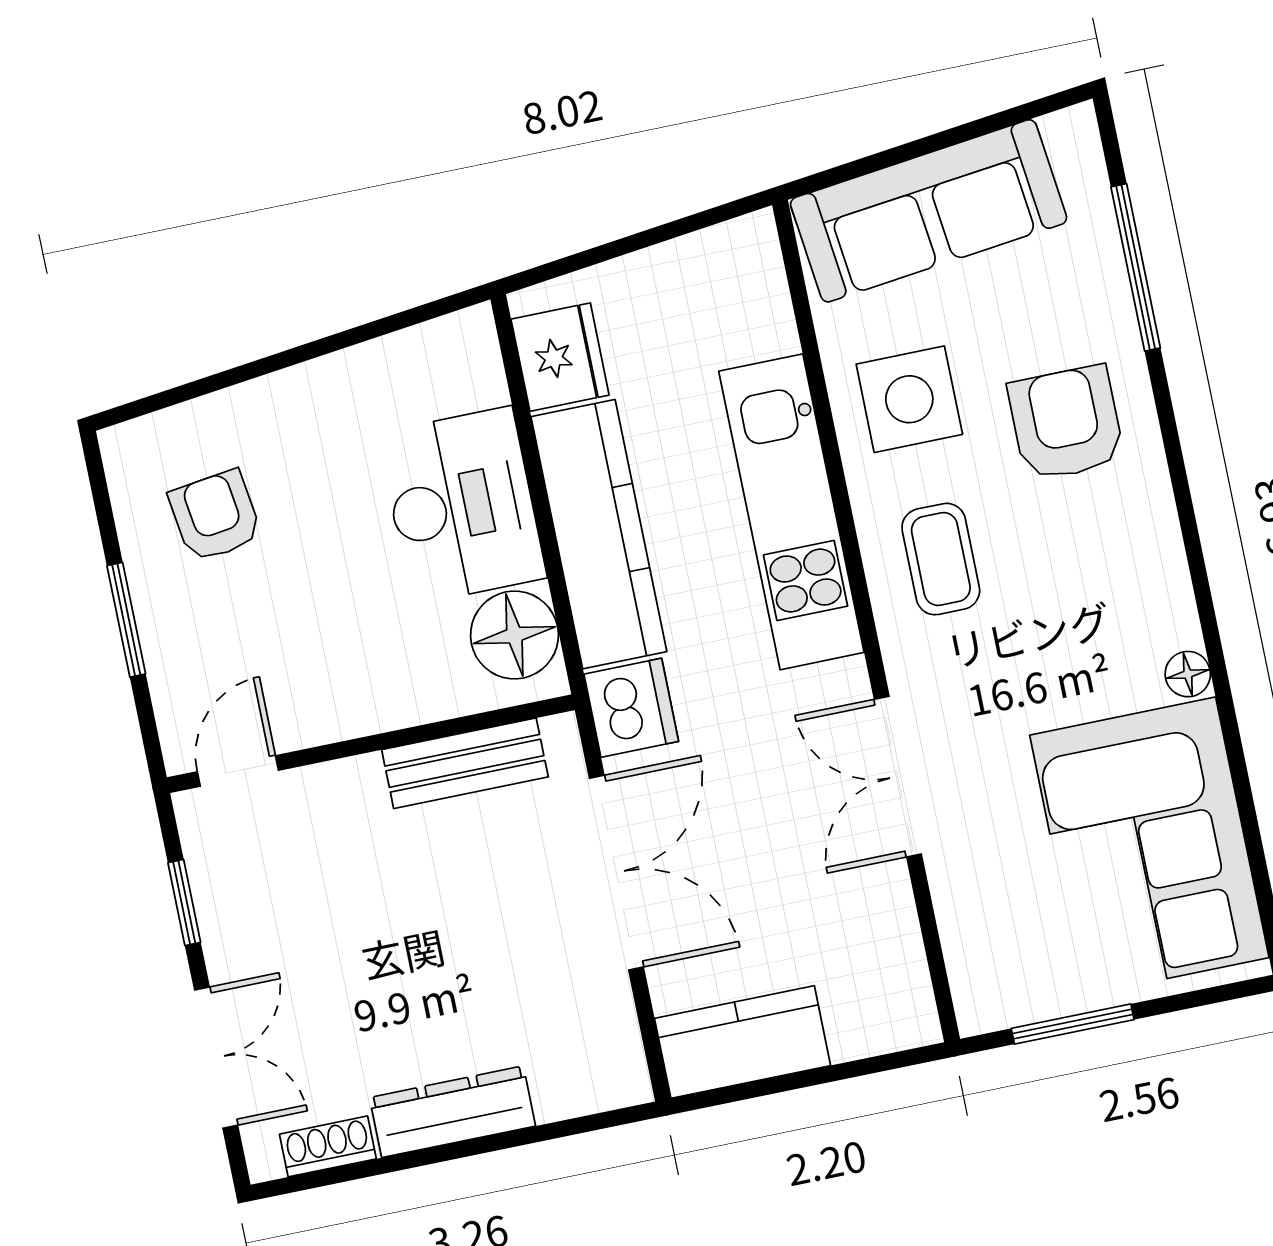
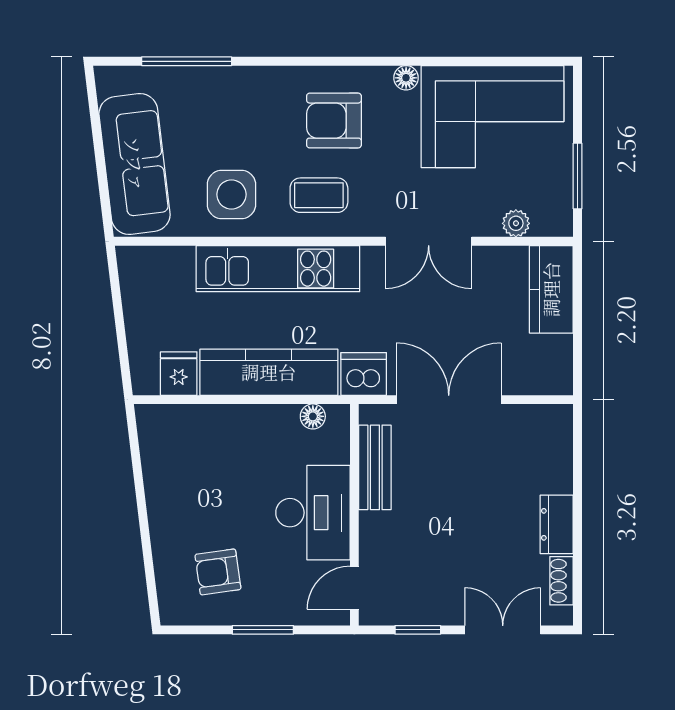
fridge: (560, 357) -> (179, 374), width x0.72
armchair: (1066, 423) -> (334, 121), moved
desk: (462, 505) -> (313, 513), moved, turned 90
floor lamp: (514, 635) -> (313, 416), width x0.53, depth x0.53
door: (238, 771) -> (354, 588), hinge flipped
plant: (963, 929) -> (516, 223), added
kitchen counter: (743, 1042) -> (551, 289), moved
dresser: (452, 1112) -> (557, 524), width x0.70

